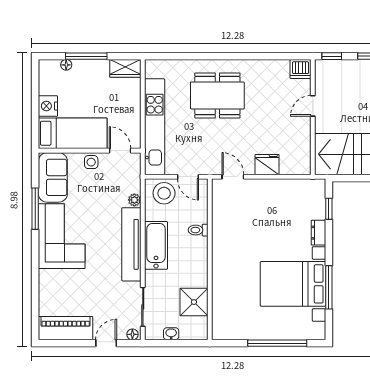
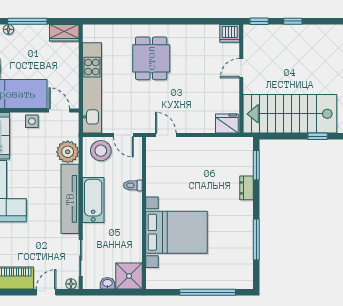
dining table: (217, 95) -> (151, 58), width x0.73
fridge: (267, 165) -> (227, 124), moved
plant: (134, 200) -> (68, 152), width x1.87, depth x1.87
window: (329, 209) -> (256, 165), width x1.50
bed with nightstands: (293, 284) -> (177, 232), moved, turned 180
shower: (194, 302) -> (129, 276), moved

